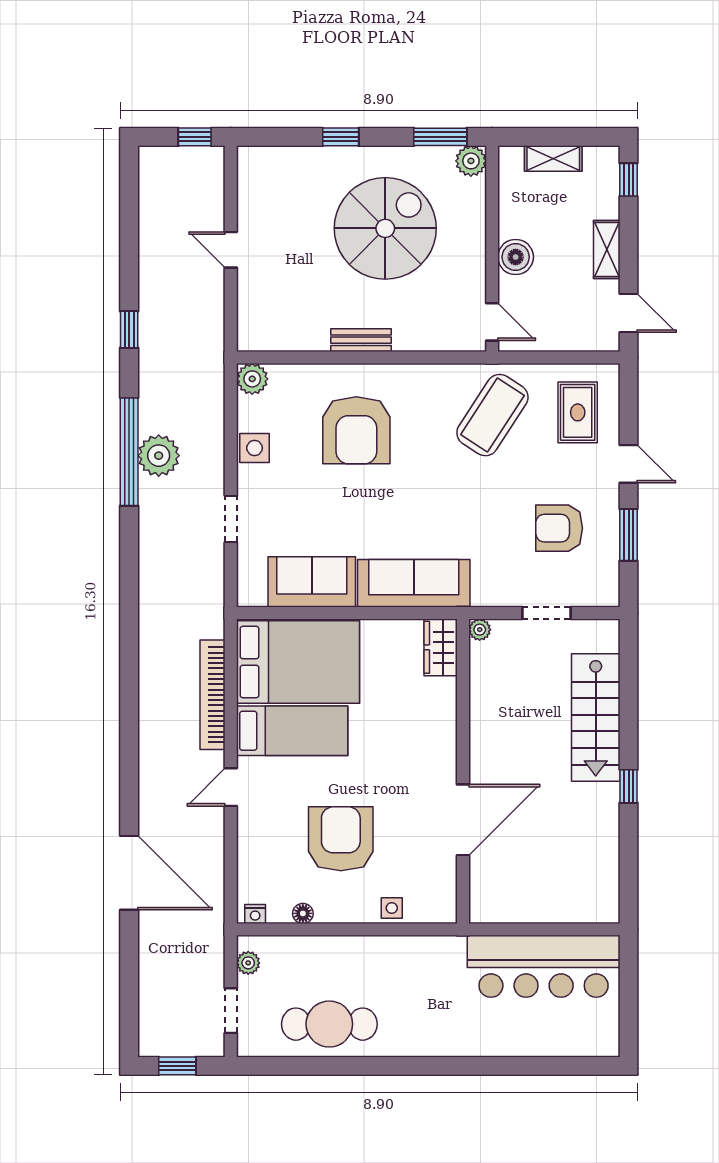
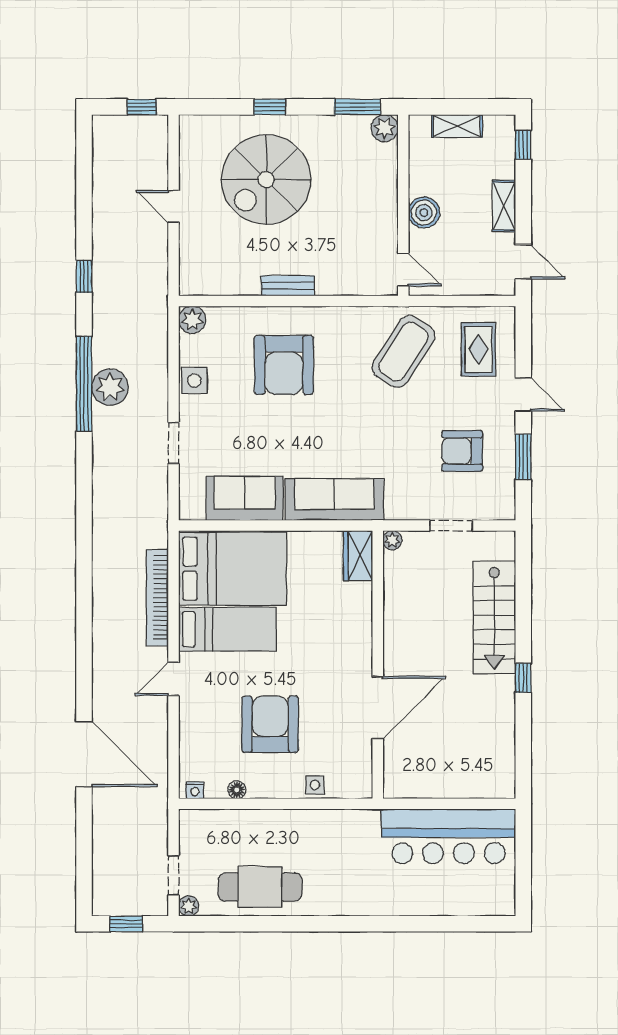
spiral stairs: (385, 228) -> (266, 180), moved, turned 180
plant: (248, 963) -> (189, 906), moved

